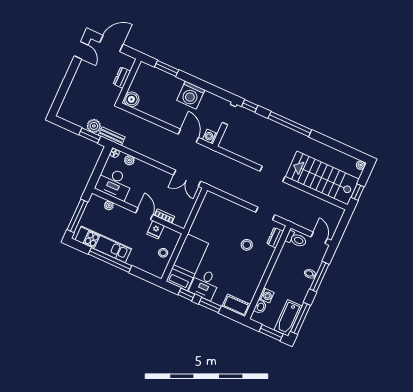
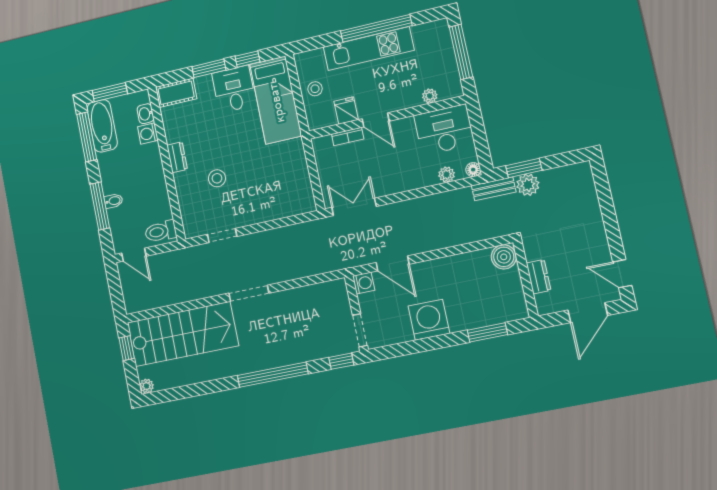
dresser: (275, 238) -> (177, 157), moved
kitchen unit: (103, 244) -> (369, 49), moved

